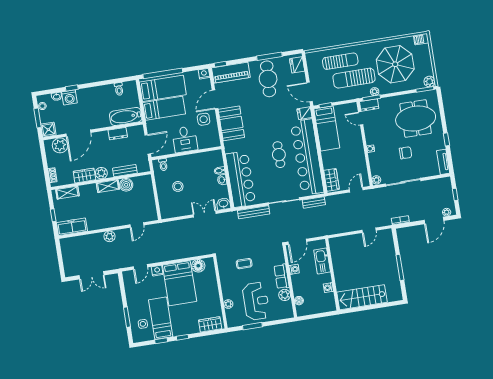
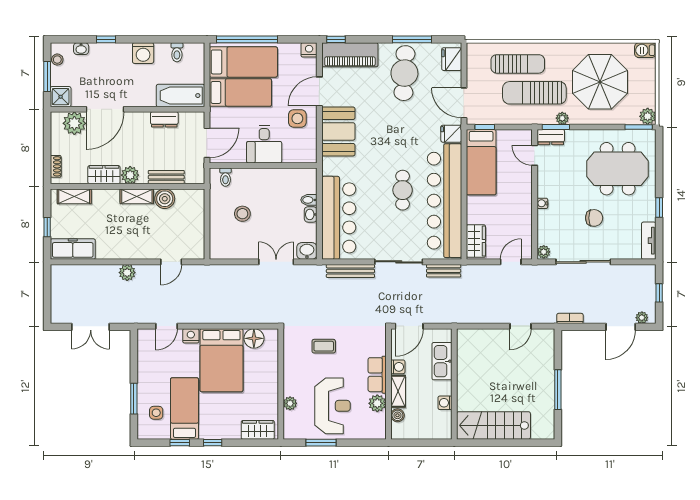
washing machine: (69, 97) -> (143, 53), moved
shelving: (297, 285) -> (398, 391), added

